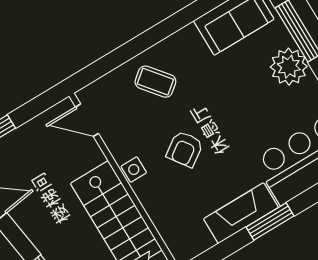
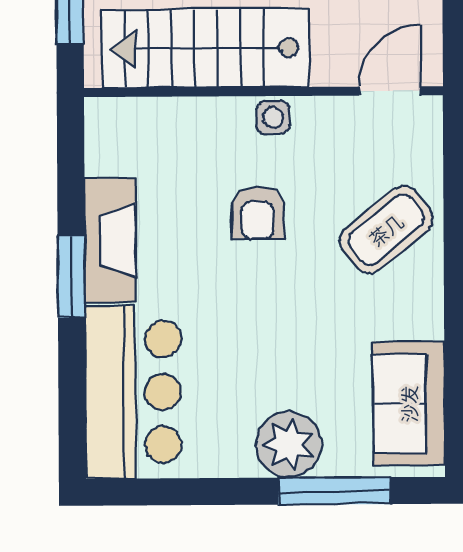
coffee table: (155, 82) -> (386, 230), width x1.36, depth x1.30
armchair: (185, 149) -> (258, 213), turned -145

